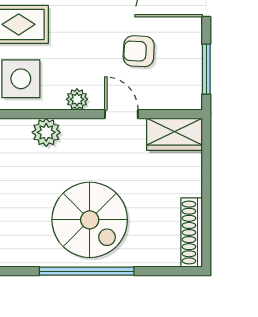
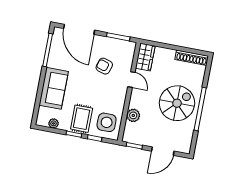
armchair: (139, 51) -> (104, 66), turned 104
plant: (77, 99) -> (121, 98), removed
door: (121, 114) -> (131, 79), swing flipped

